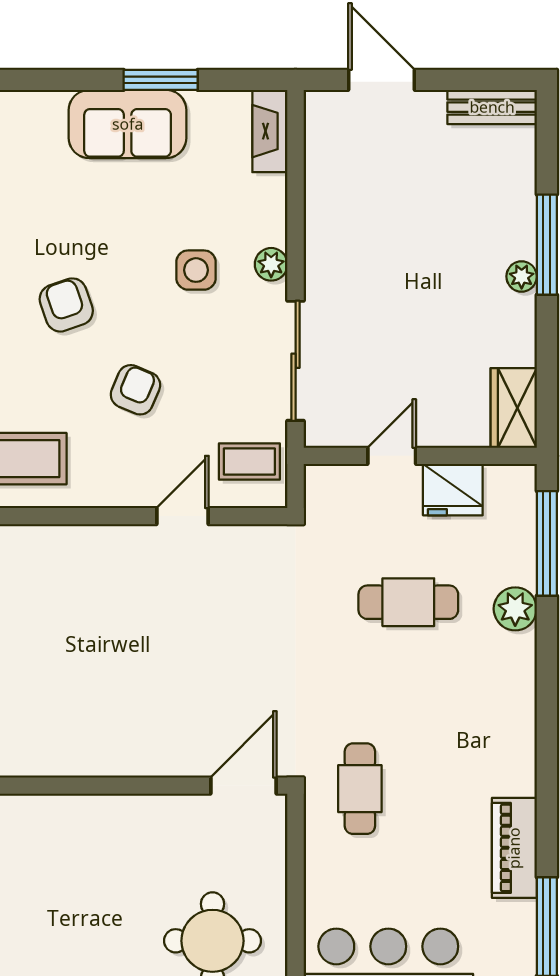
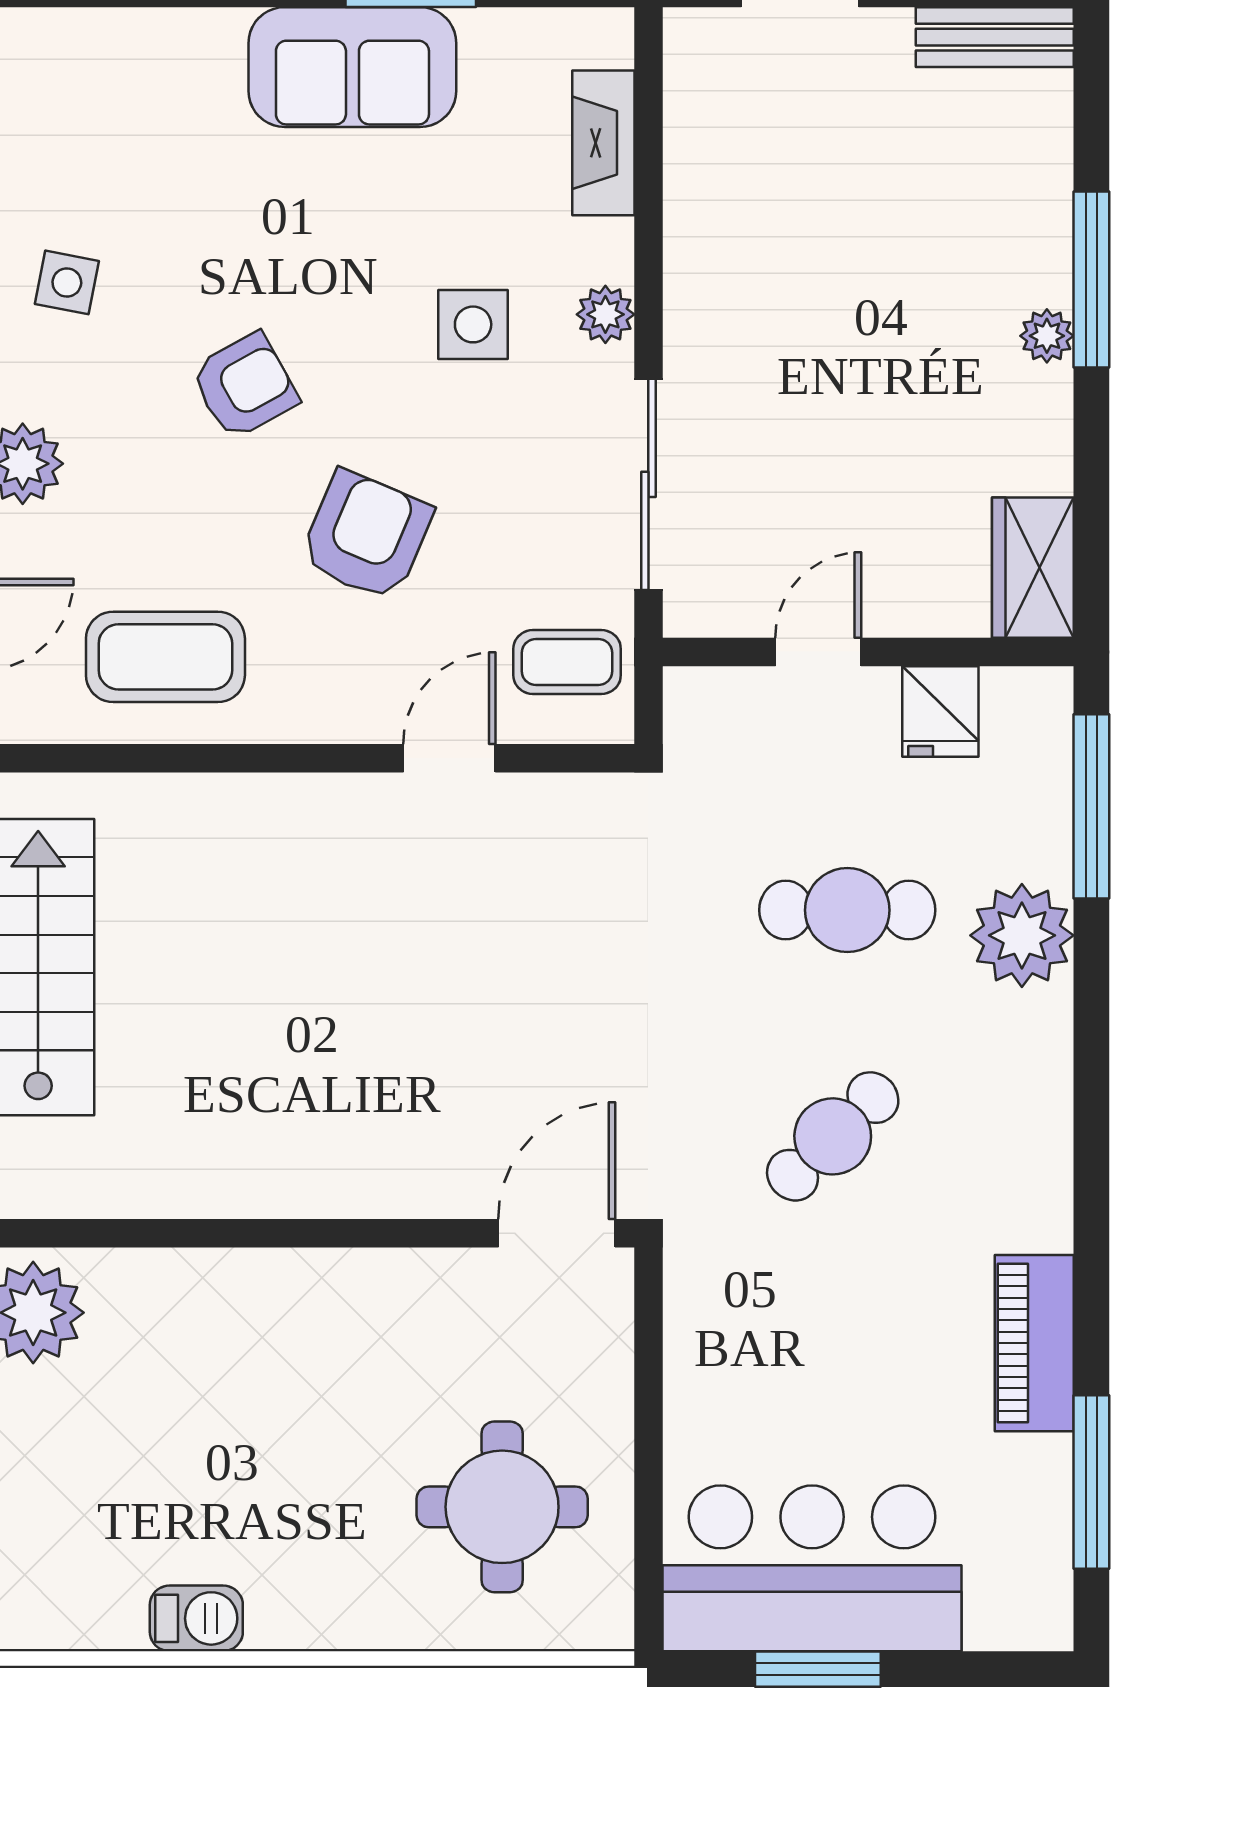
fireplace: (270, 131) -> (603, 143), moved
armchair: (66, 305) -> (244, 386), turned 80
armchair: (135, 390) -> (366, 536), width x1.38, depth x1.38
fridge: (453, 490) -> (940, 711), width x0.72
plant: (515, 609) -> (1022, 935), width x1.36, depth x1.36
cafe table: (360, 789) -> (833, 1136), moved, turned 46

